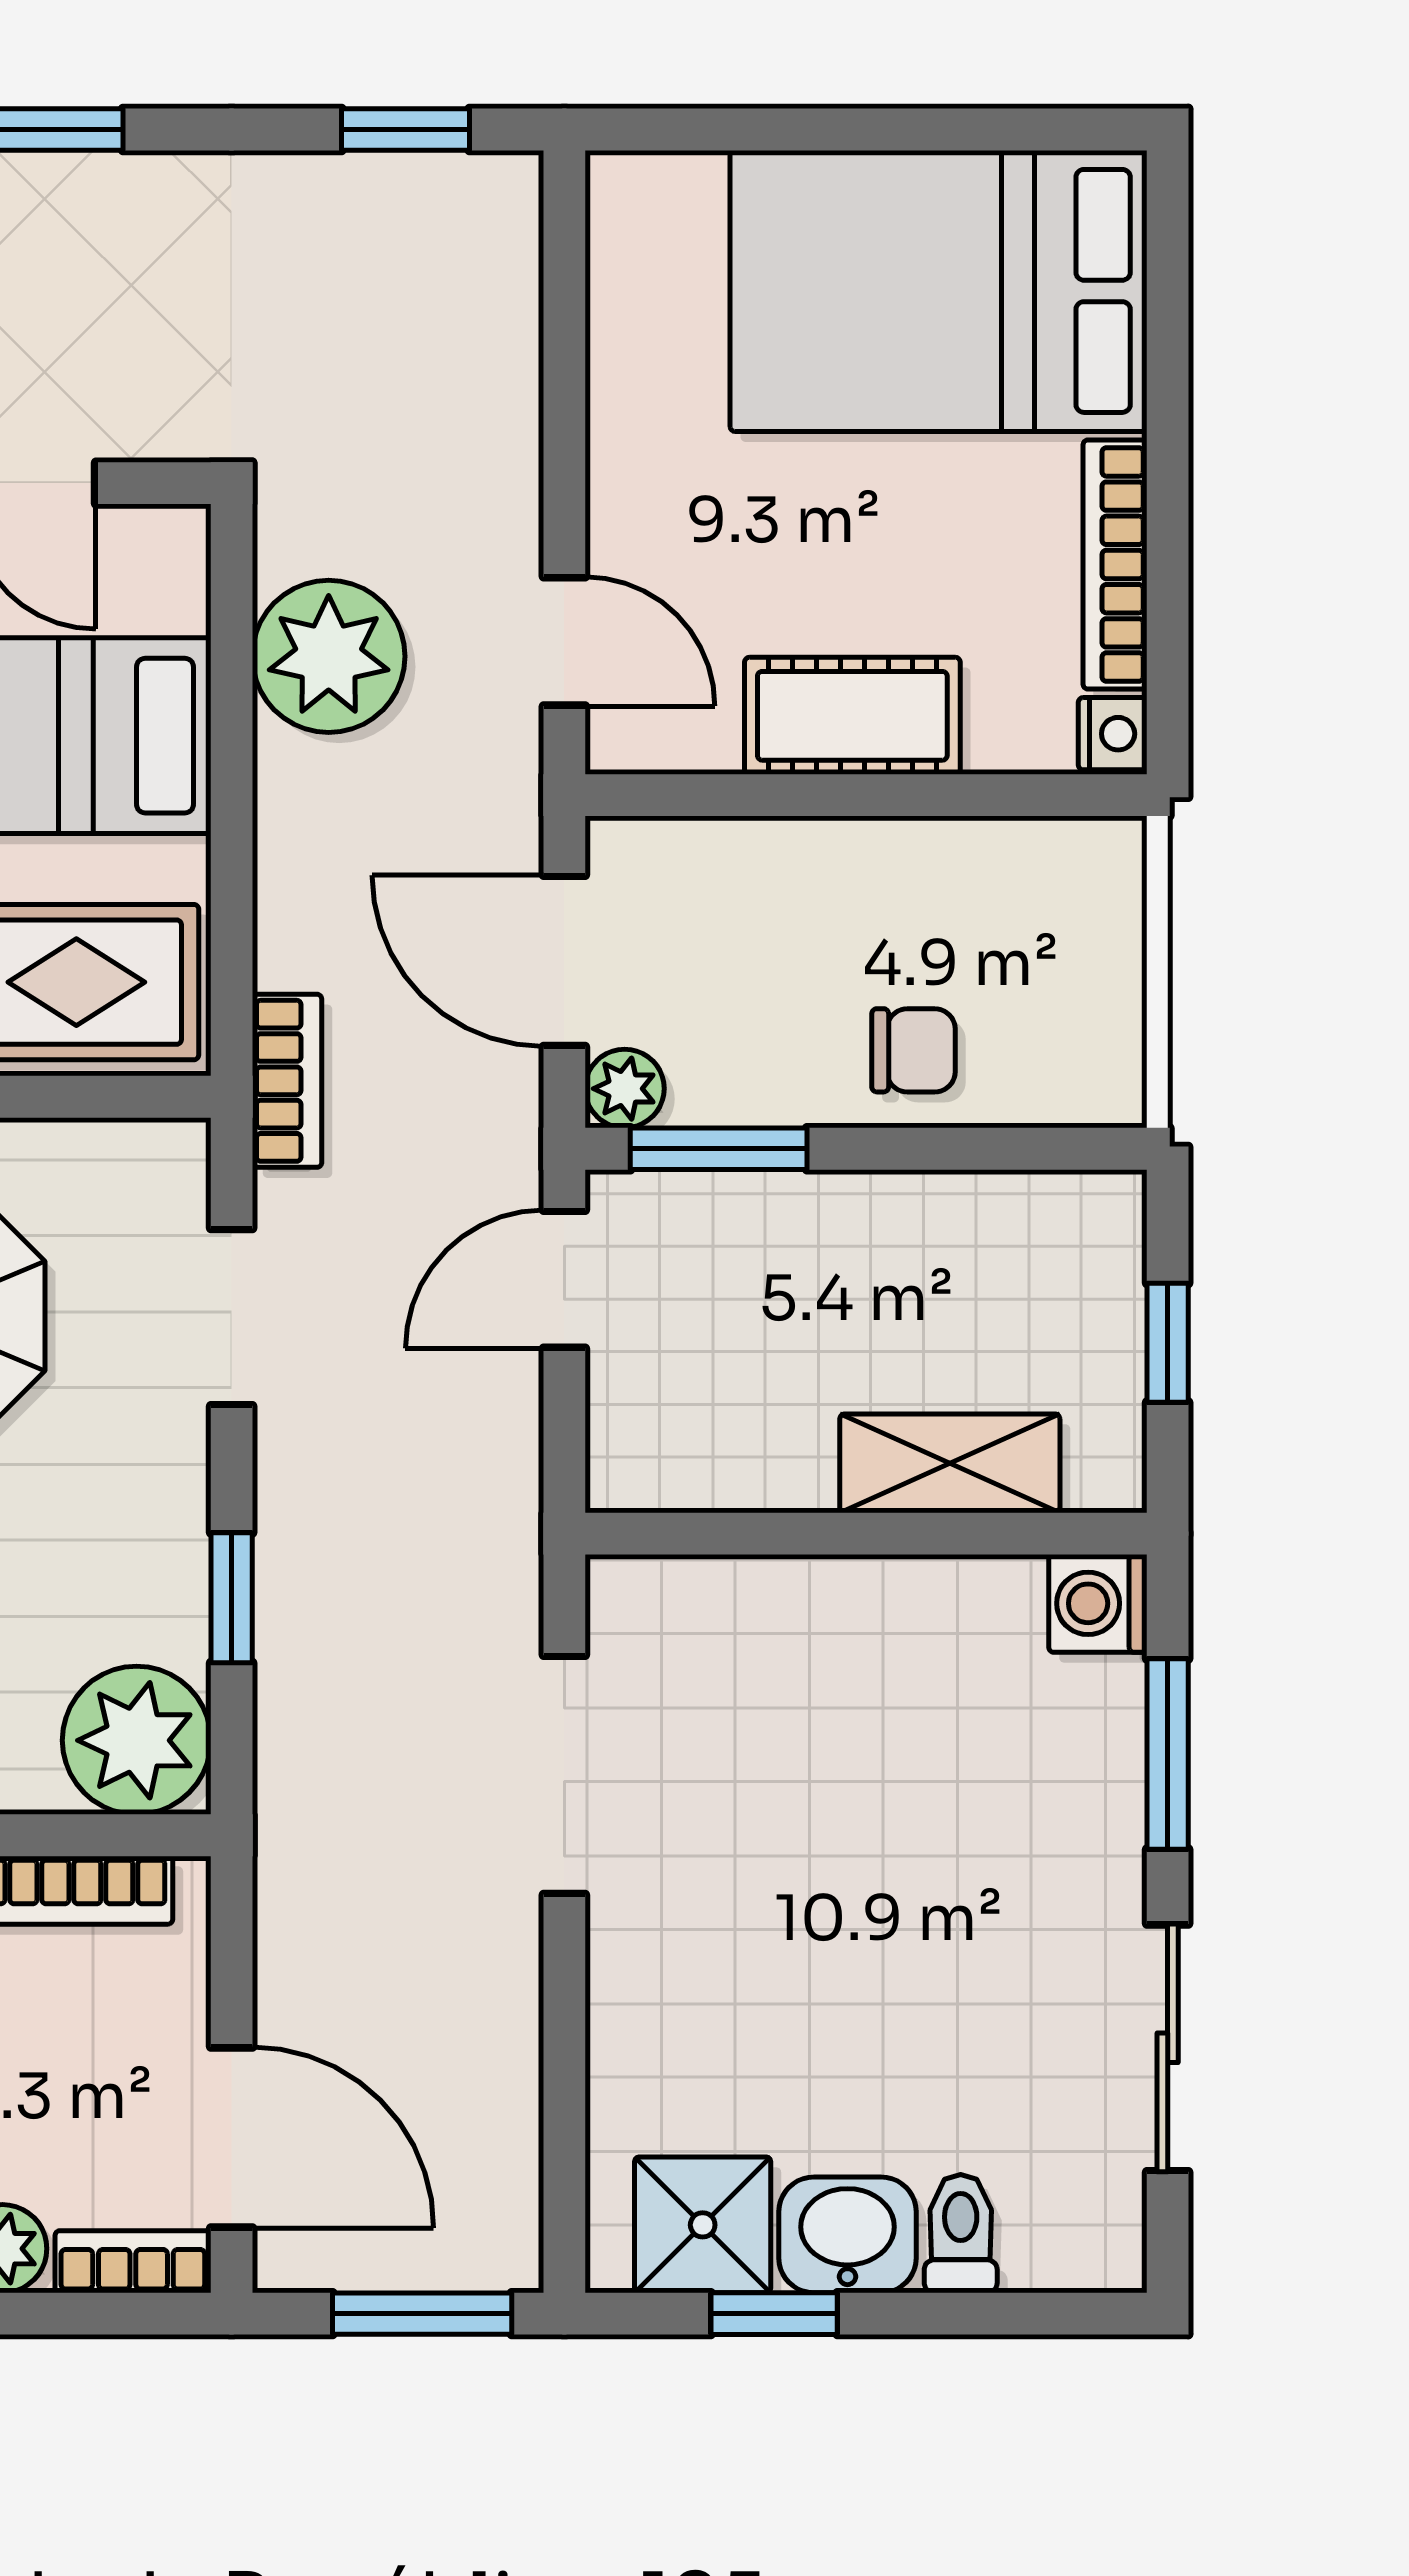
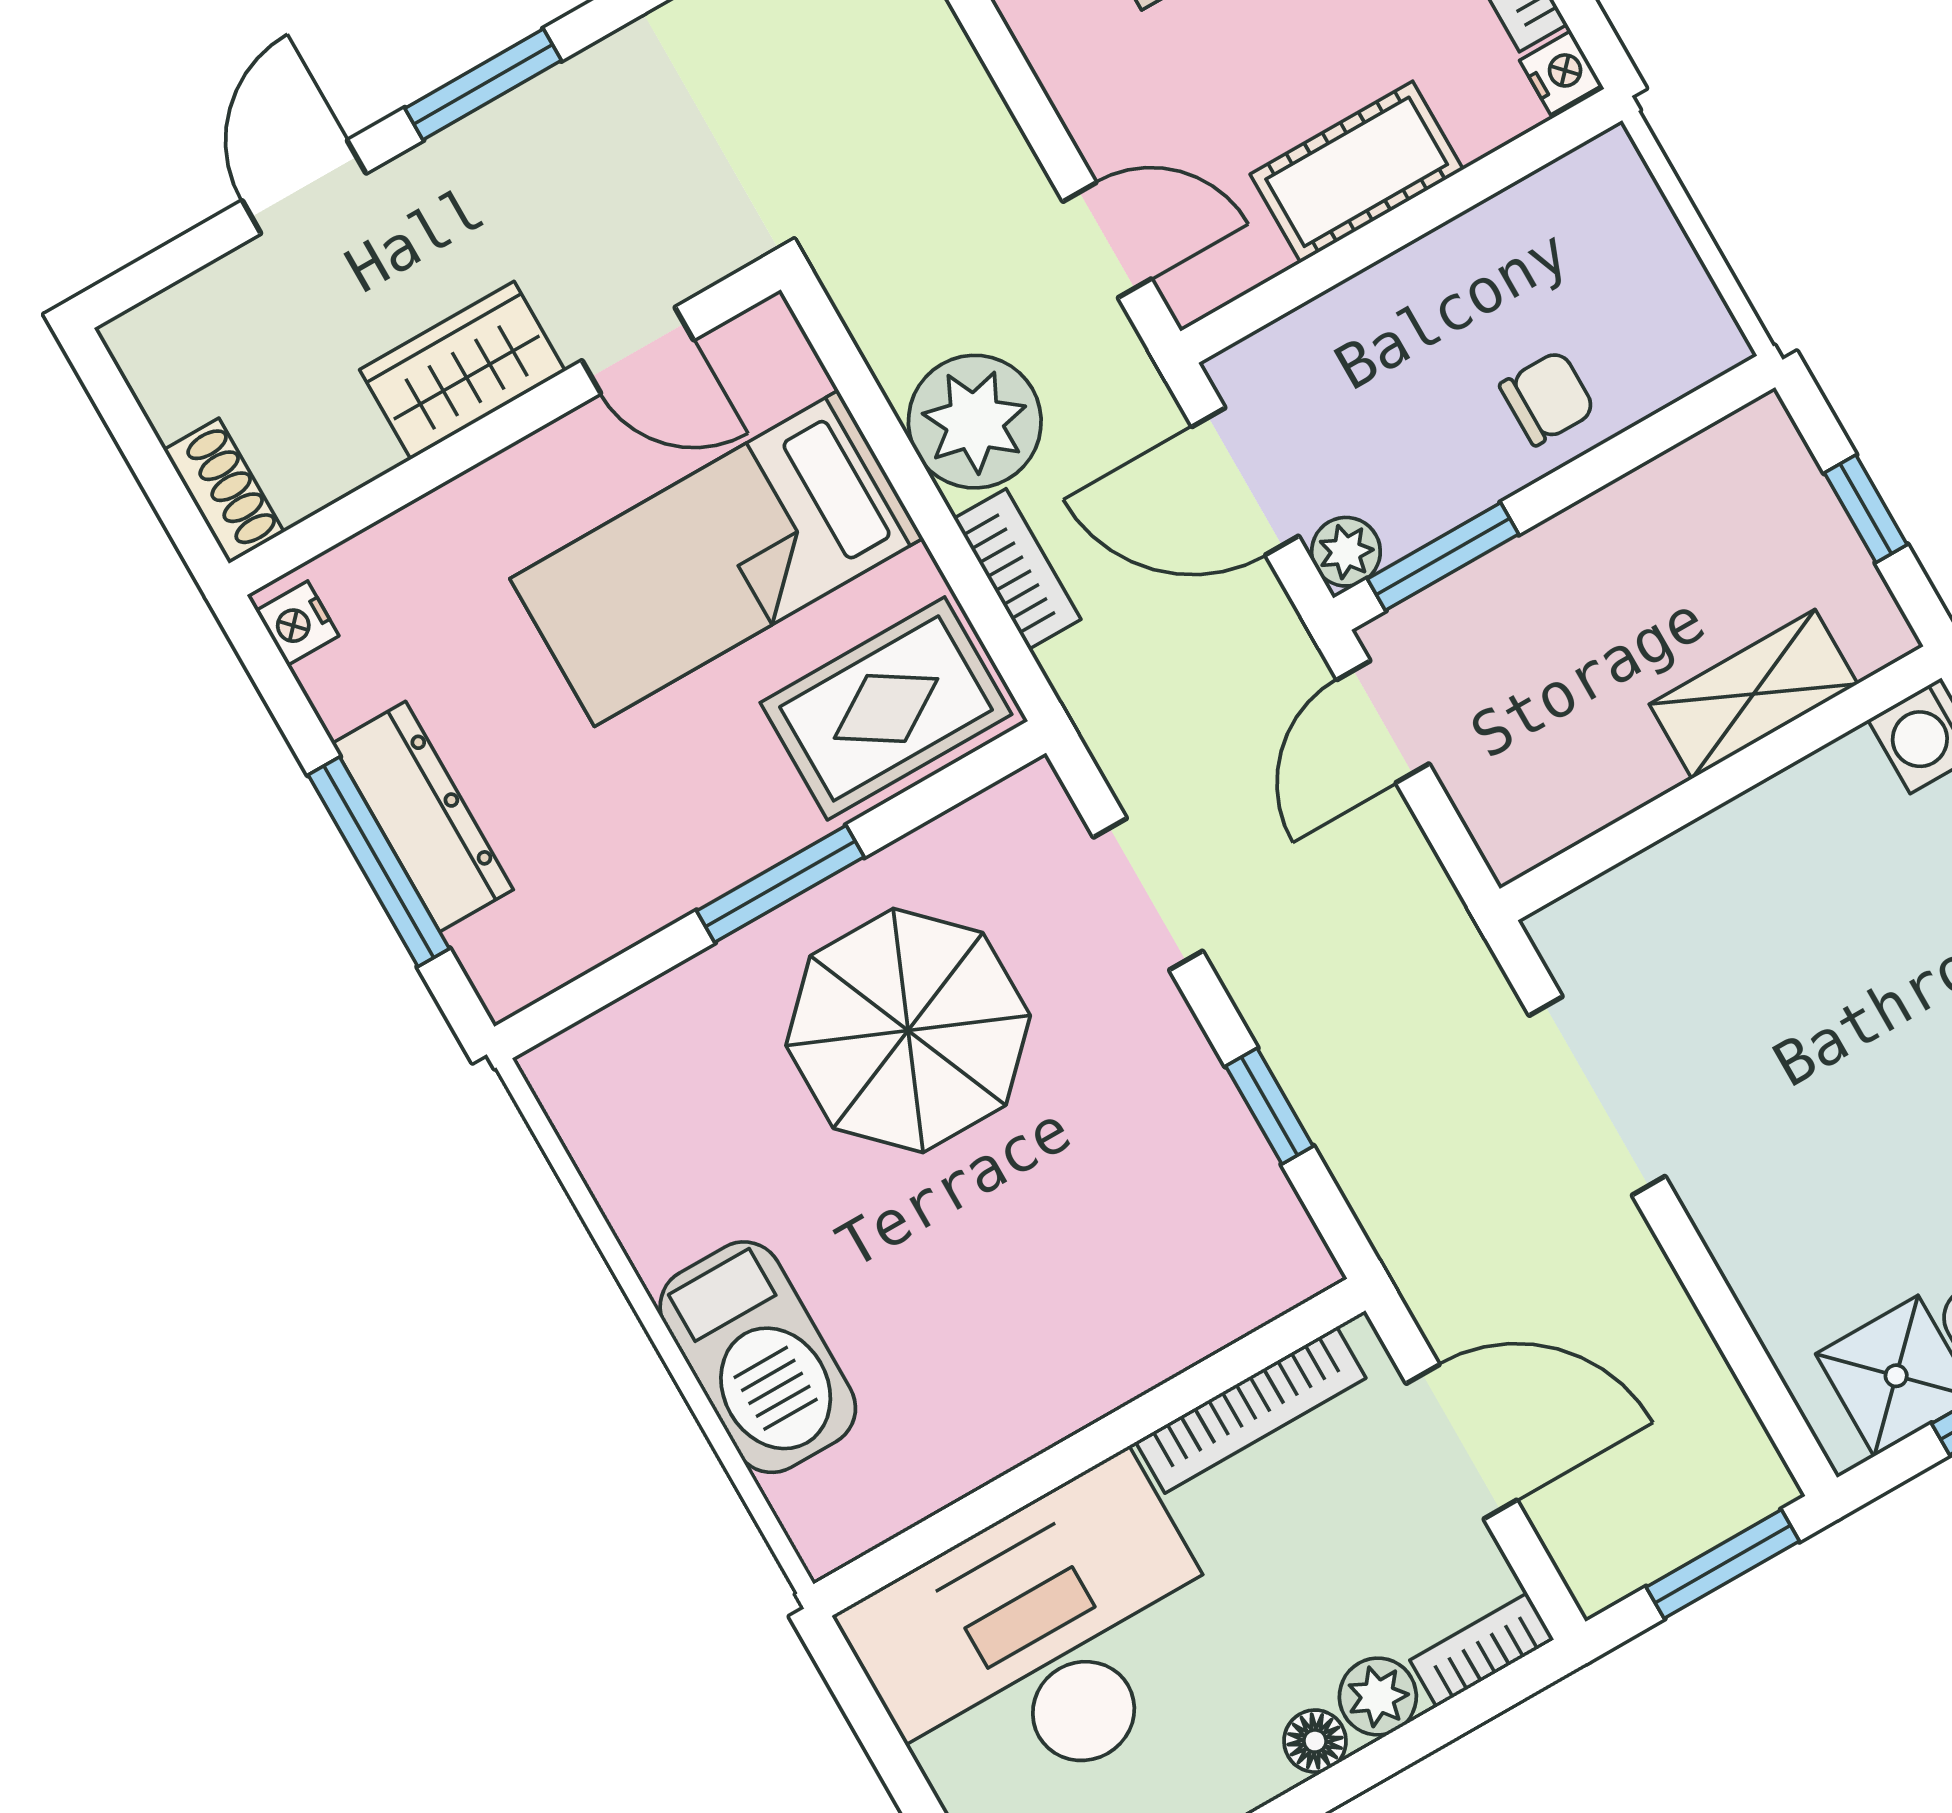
plant: (329, 656) -> (975, 422), moved
bookcase: (287, 1081) -> (1017, 569), moved
plant: (137, 1740) -> (1259, 1255), removed
door: (232, 2138) -> (1462, 1442), moved

